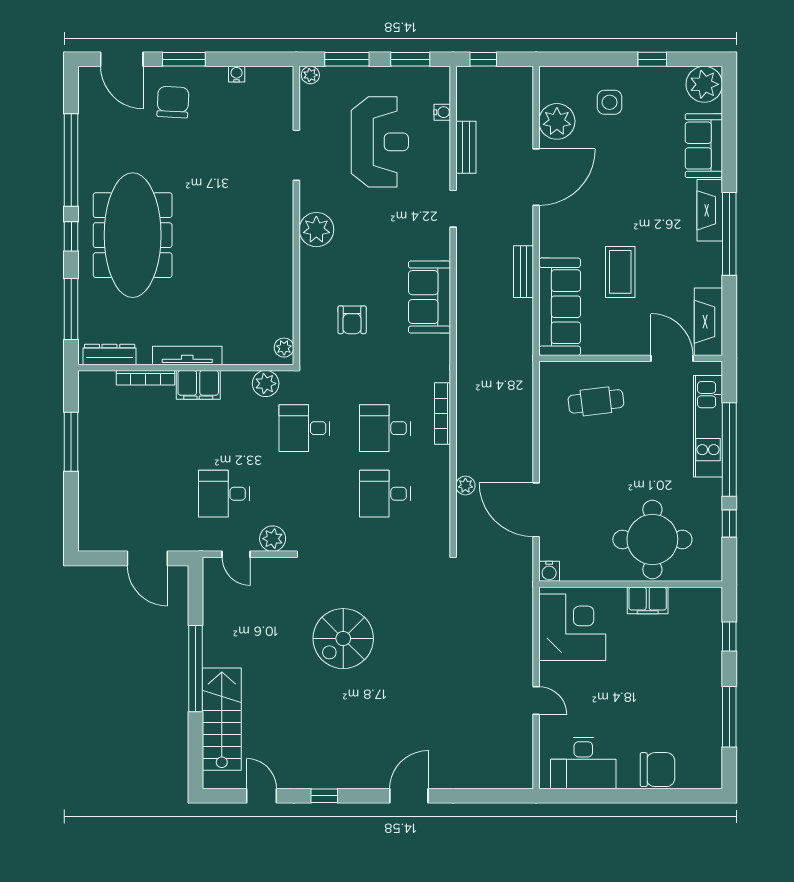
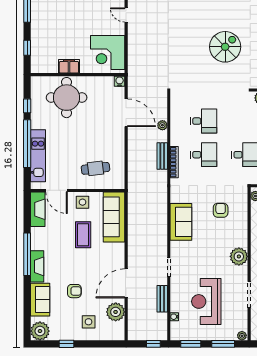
armchair: (637, 162) -> (74, 291), added
bench: (523, 272) -> (162, 156), moved
side table: (621, 336) -> (83, 202), added

